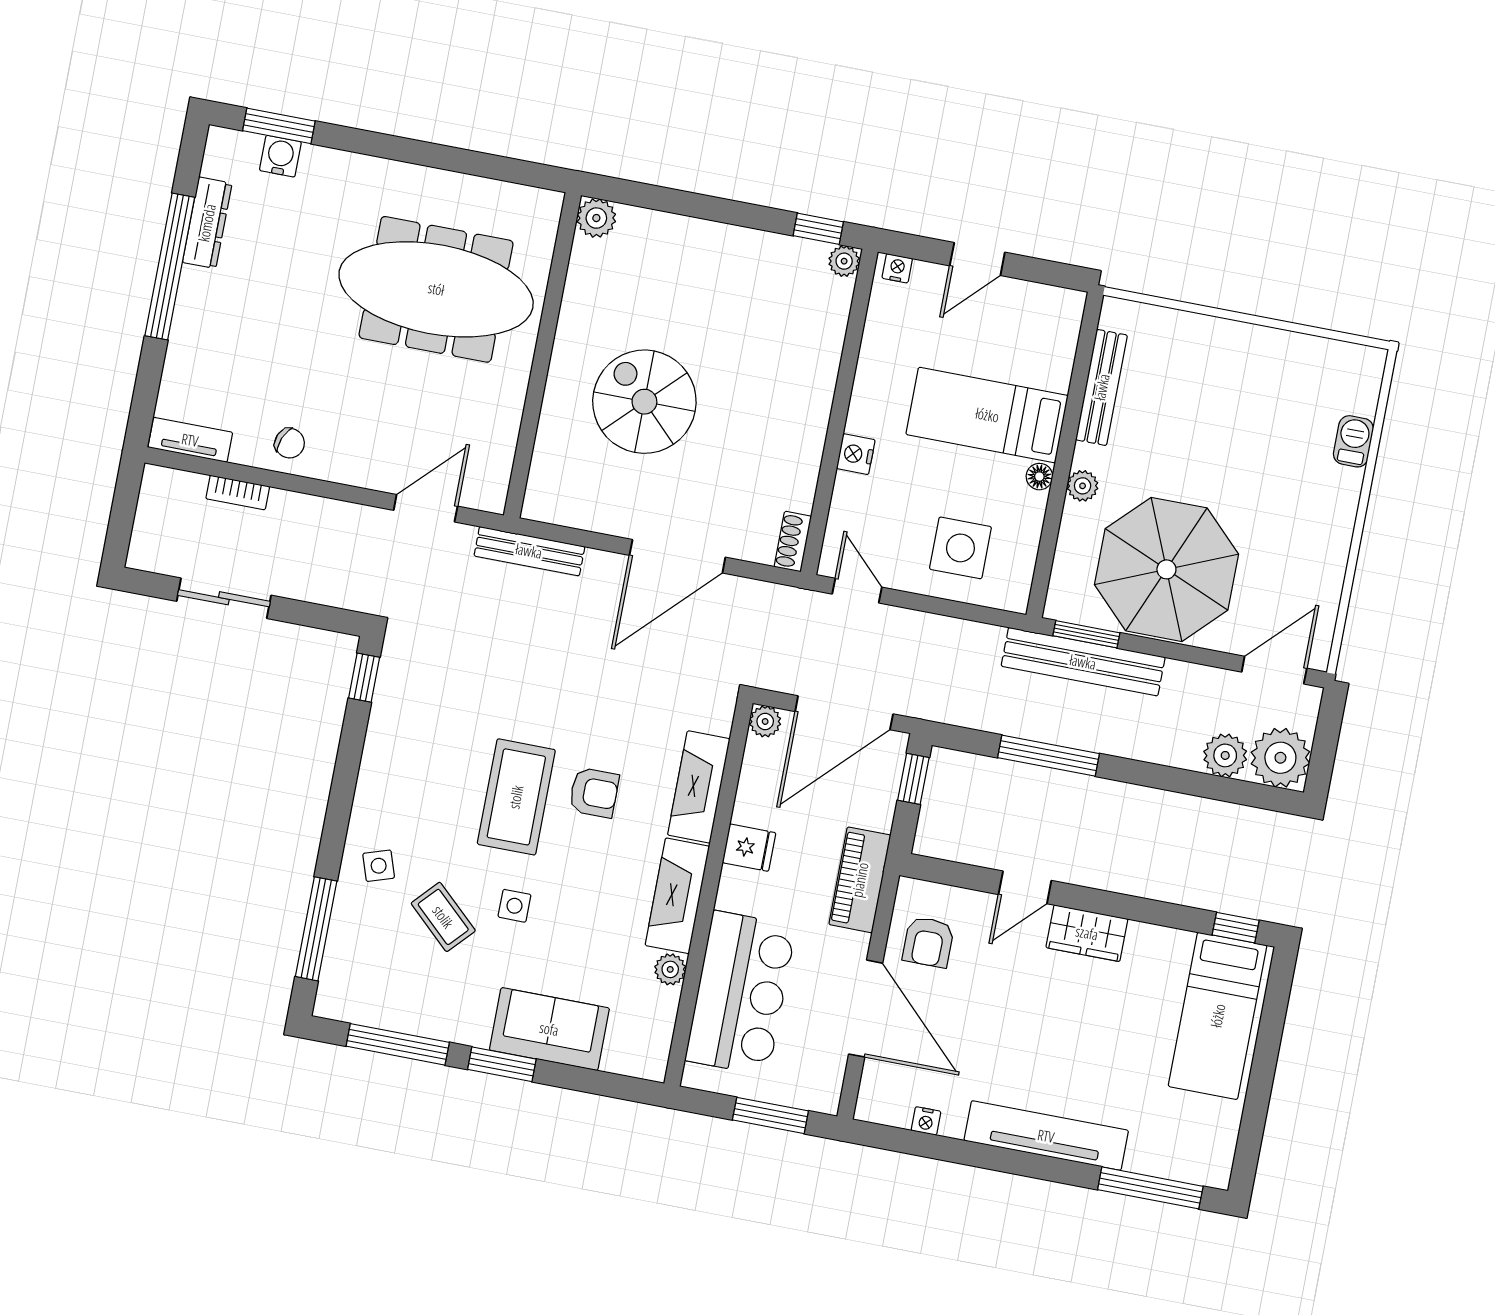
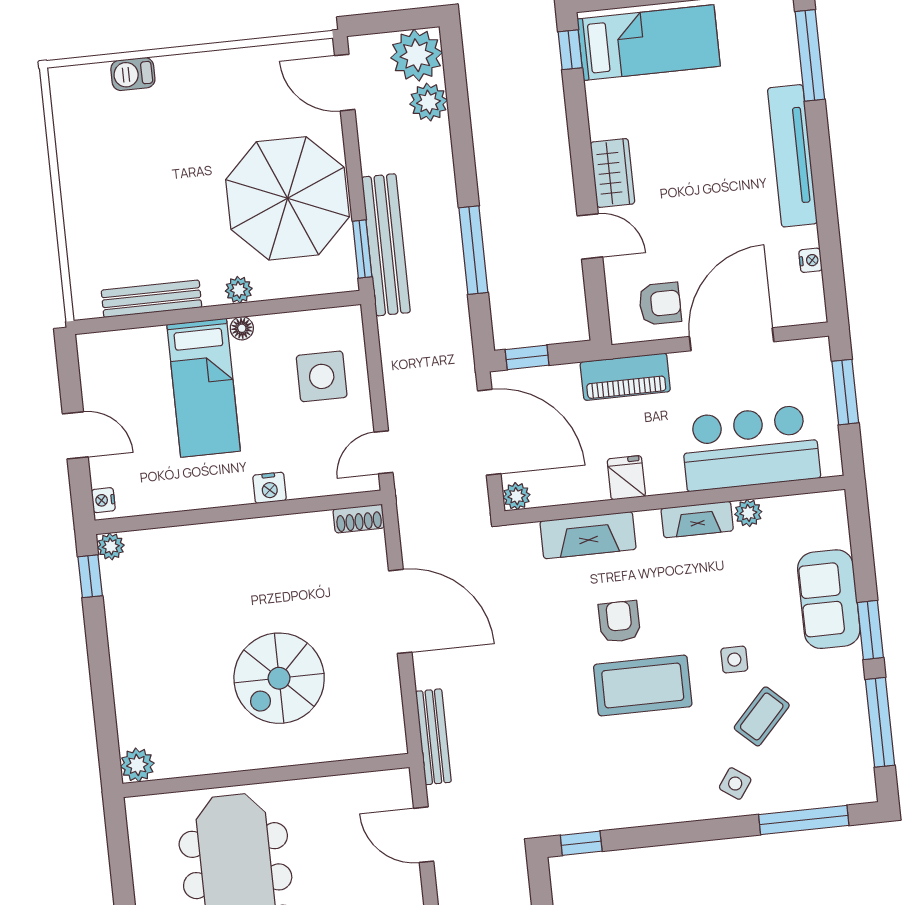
side table: (379, 866) -> (735, 784), turned -37
fireplace: (677, 896) -> (697, 520), width x0.73, depth x0.76

